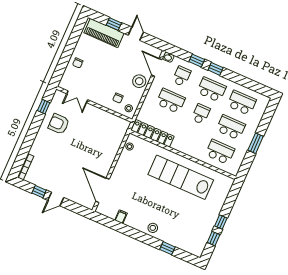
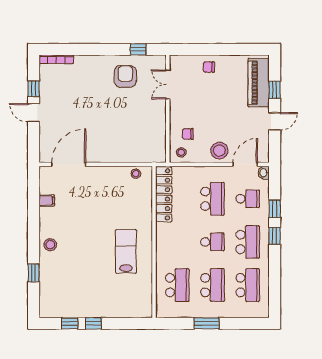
lab bench: (181, 177) -> (126, 251), width x0.54, depth x0.72

